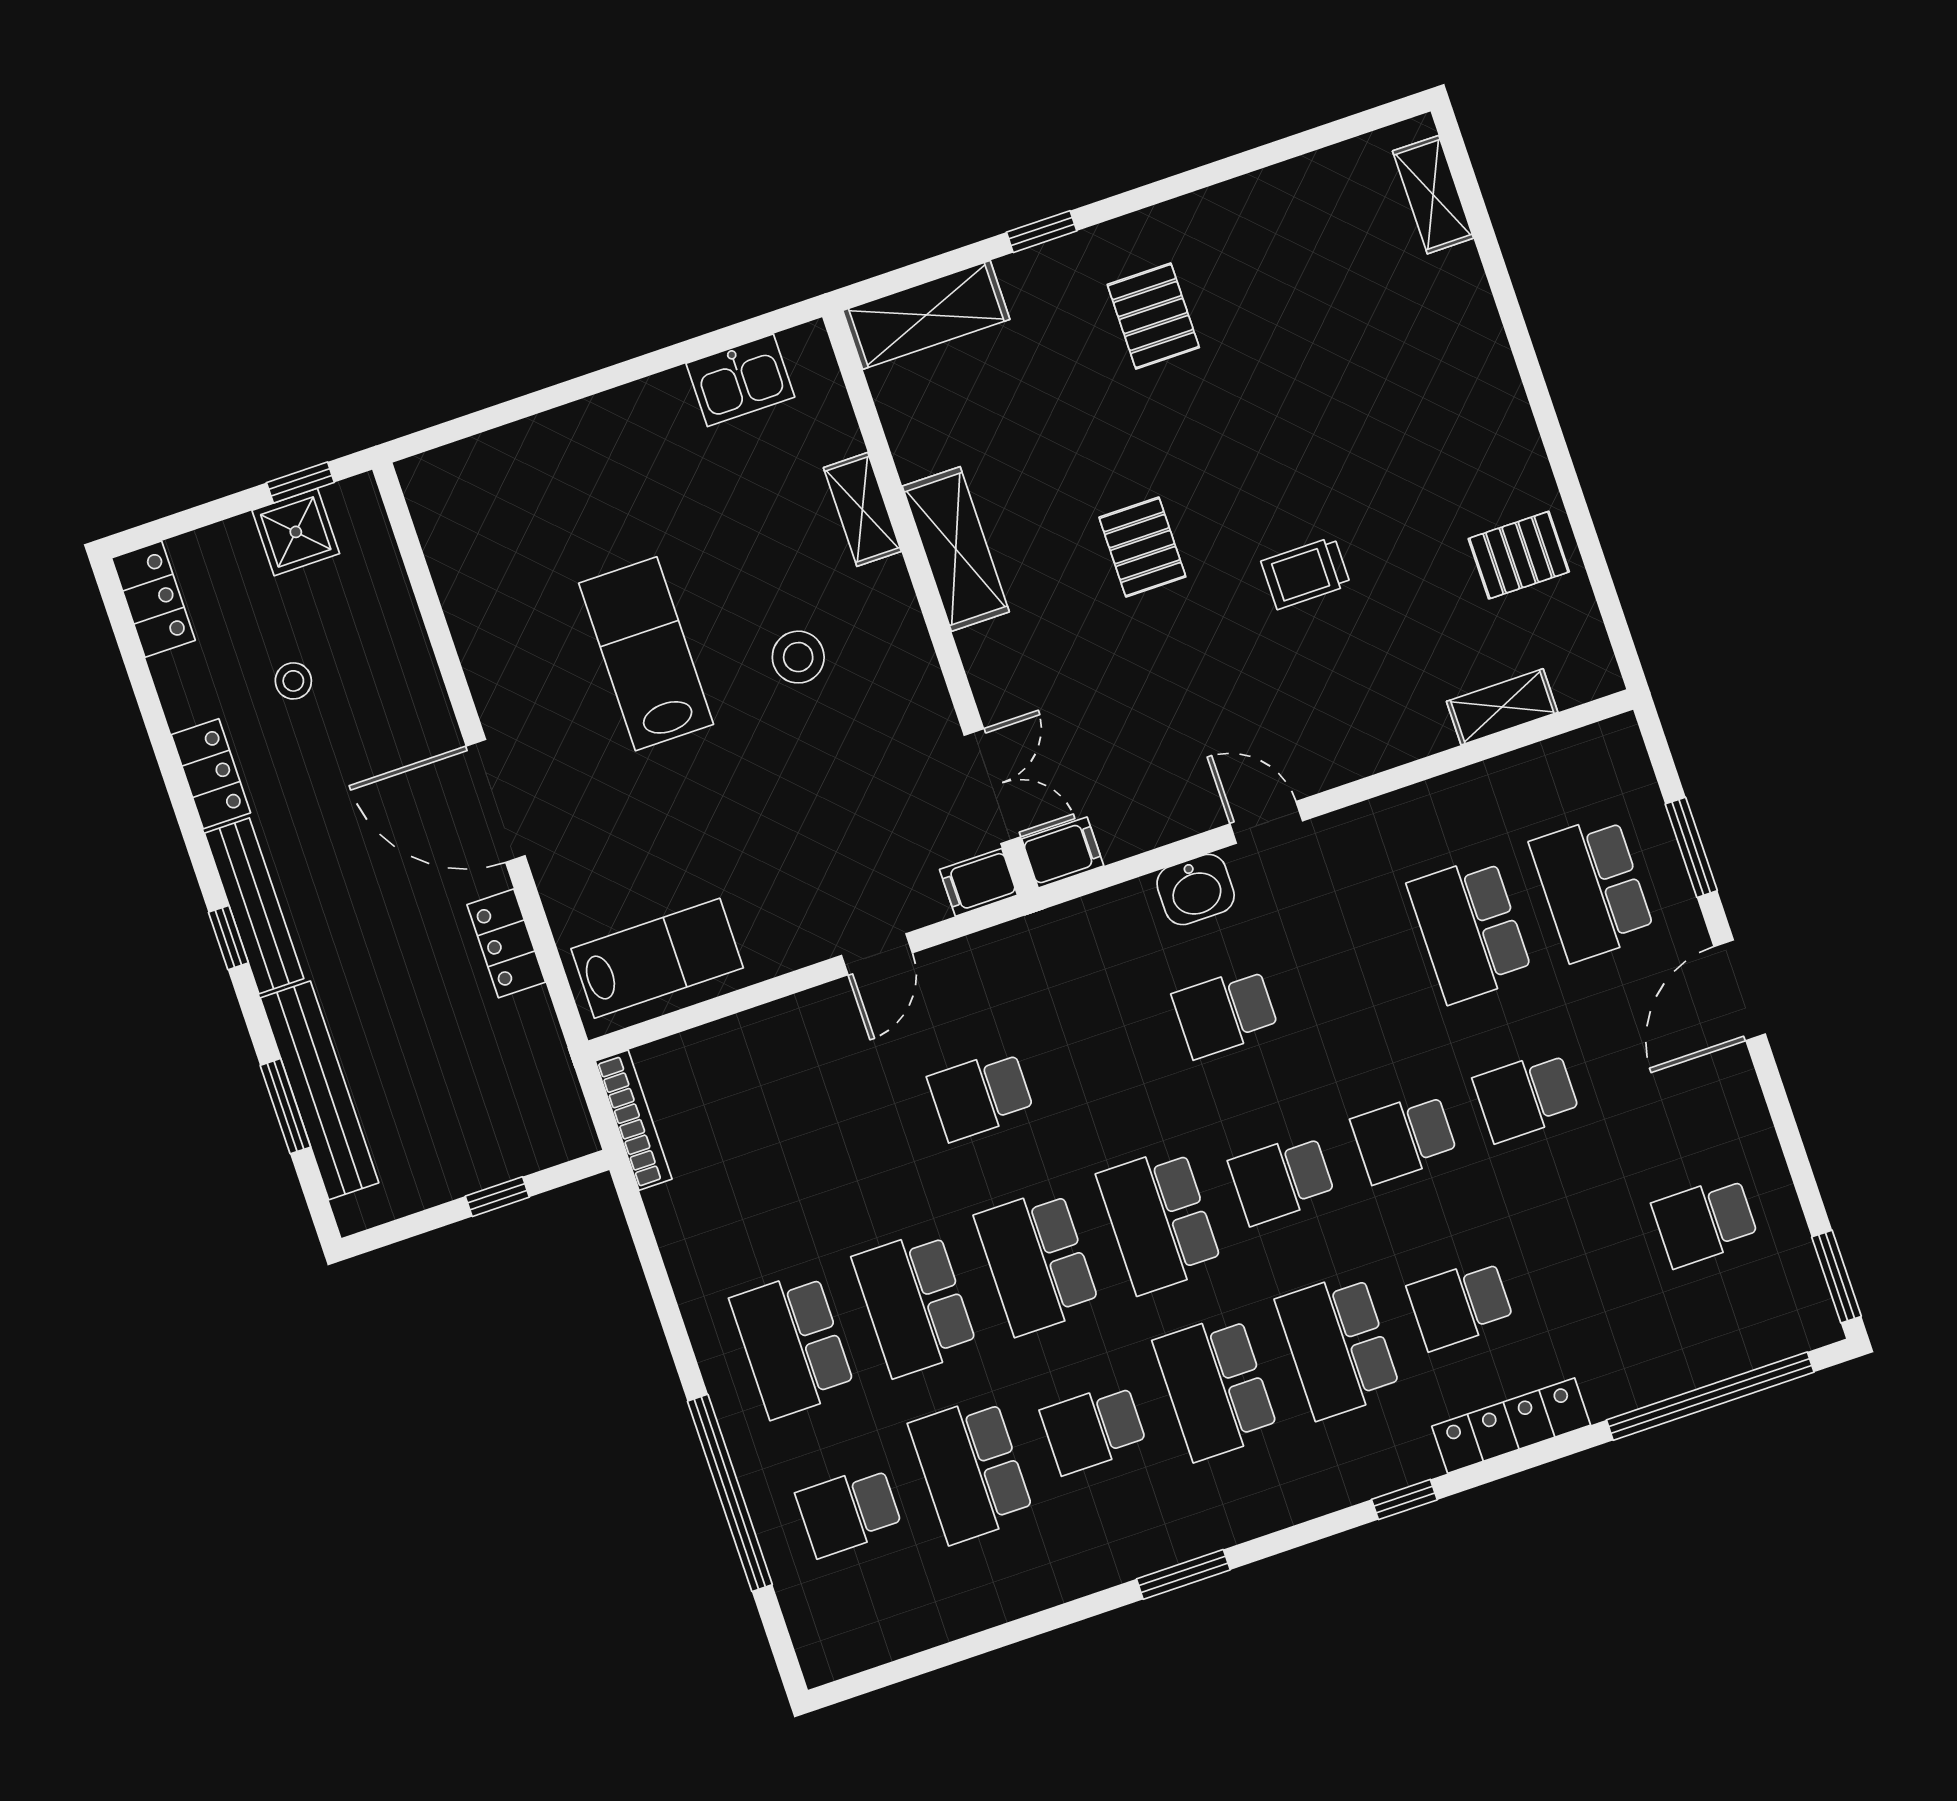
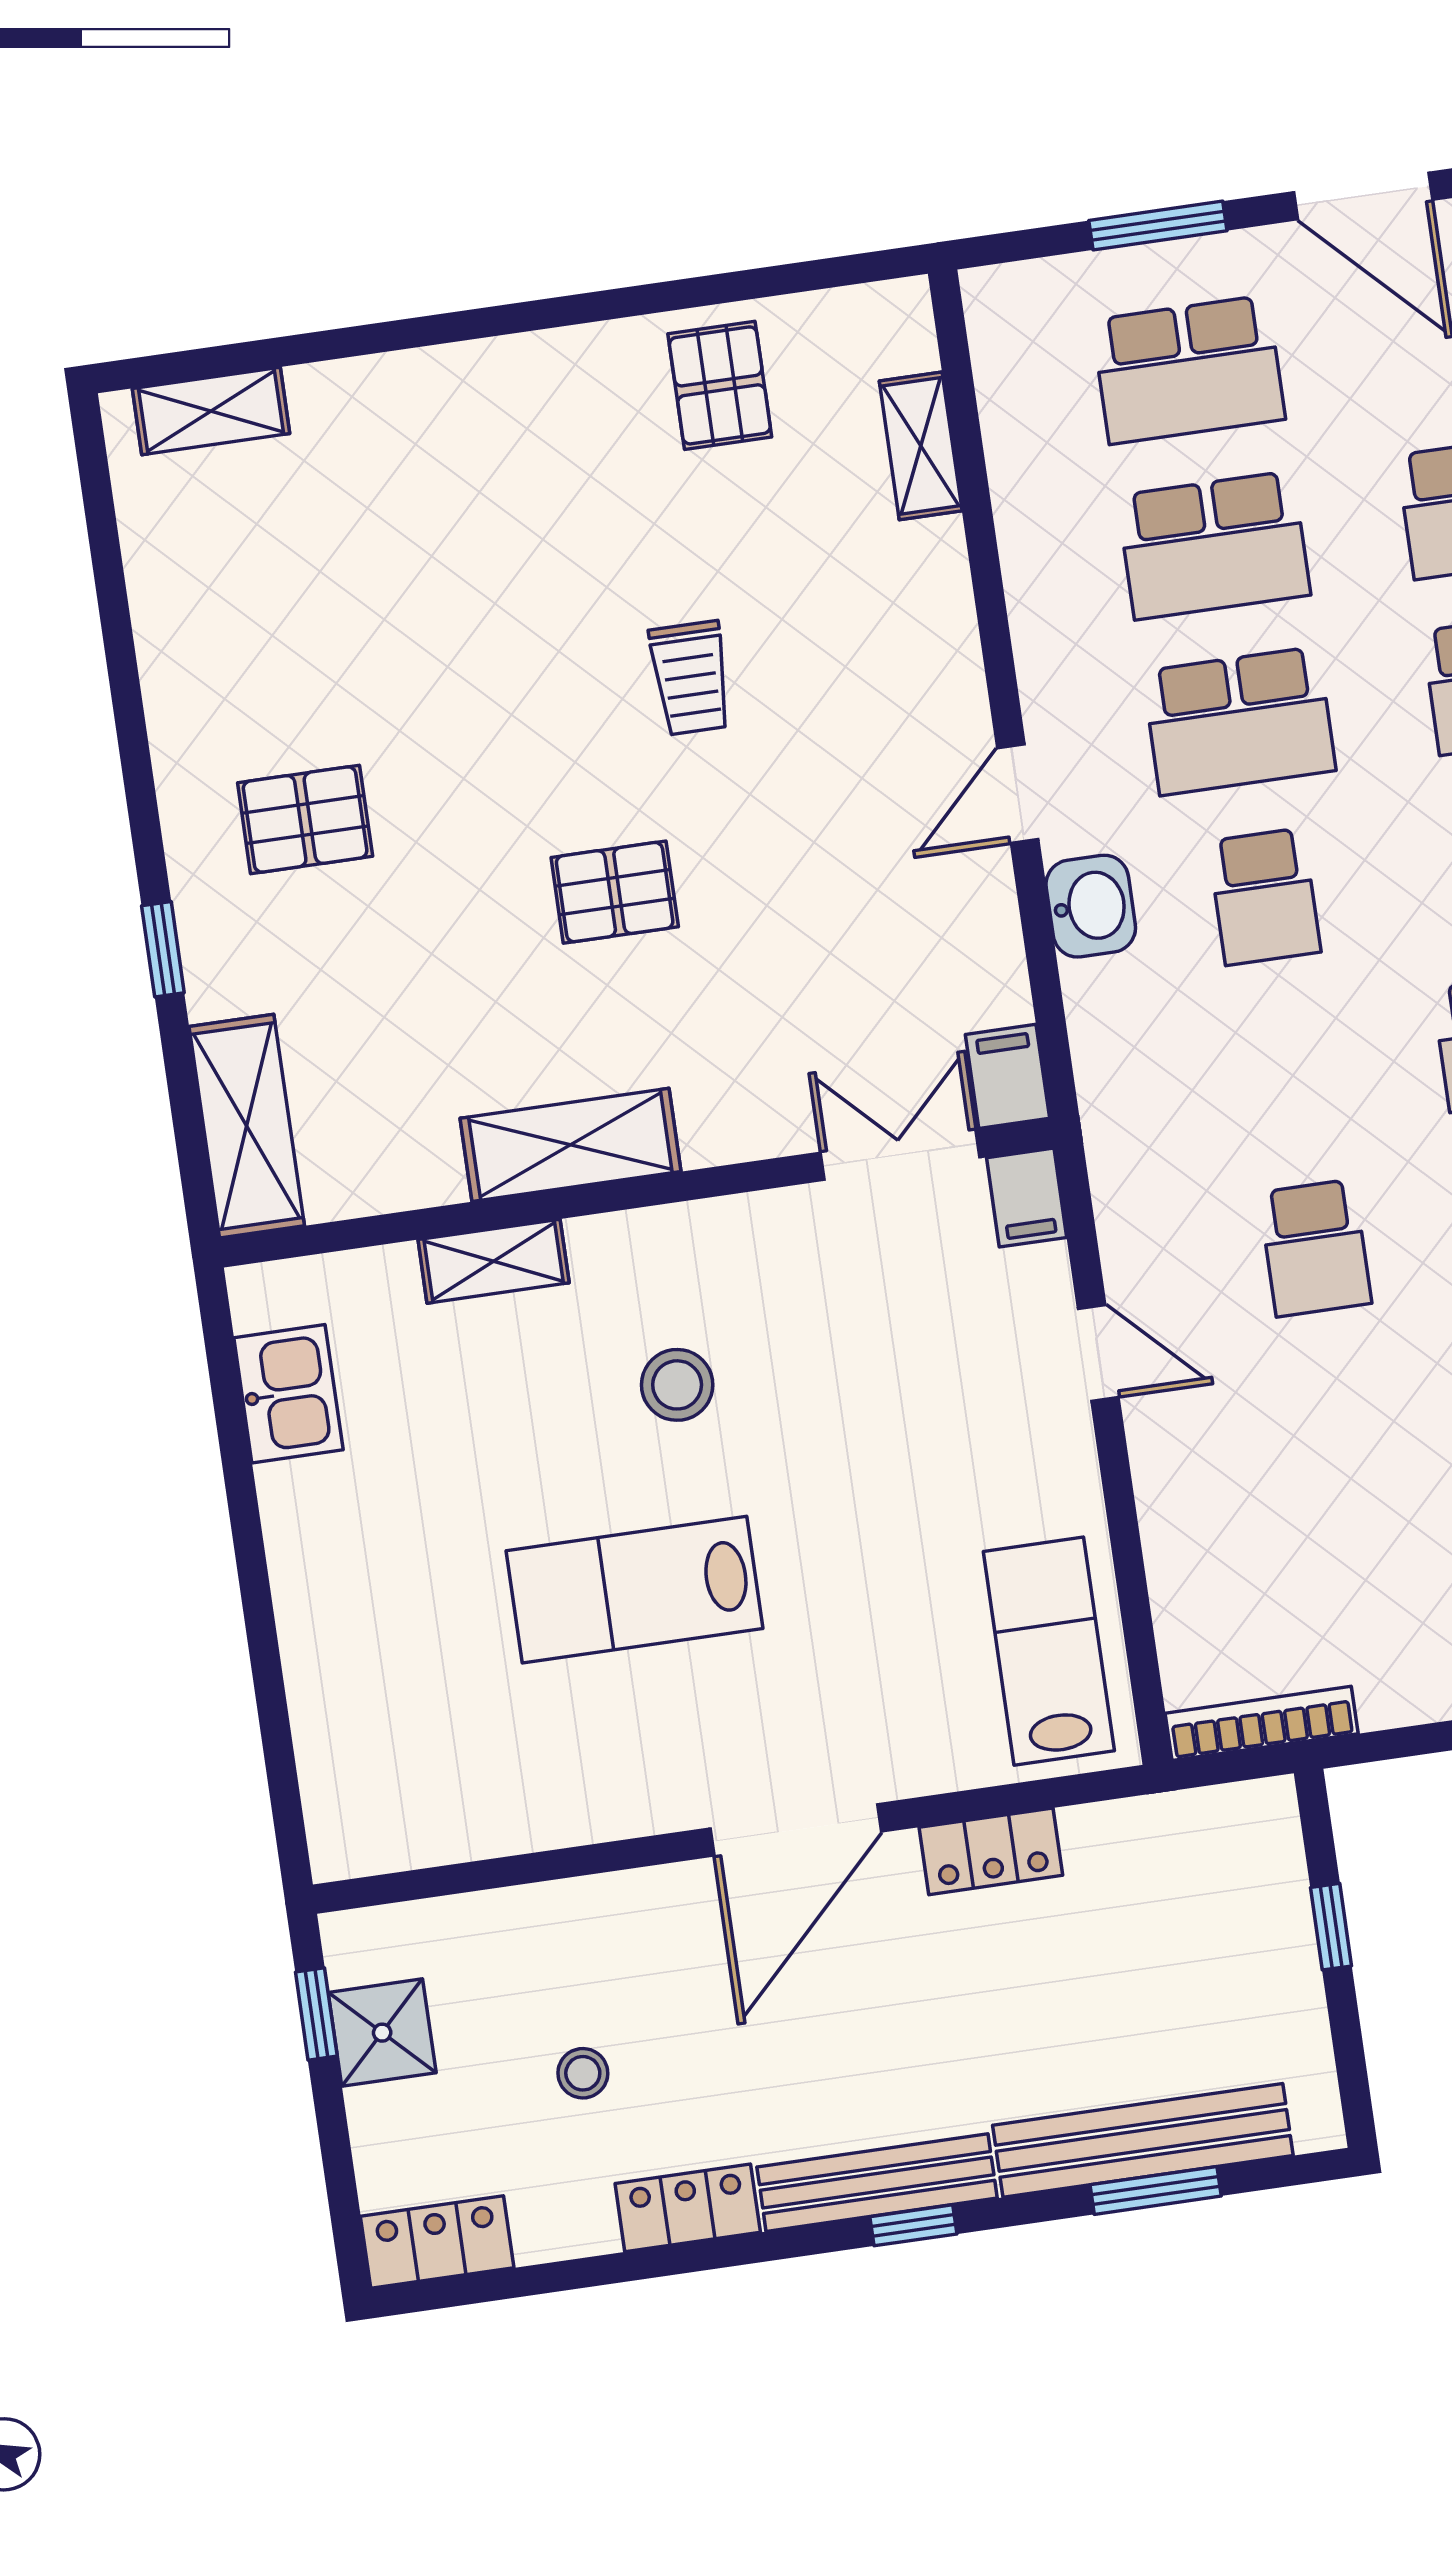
school desk: (1348, 971) -> (1239, 721), added

